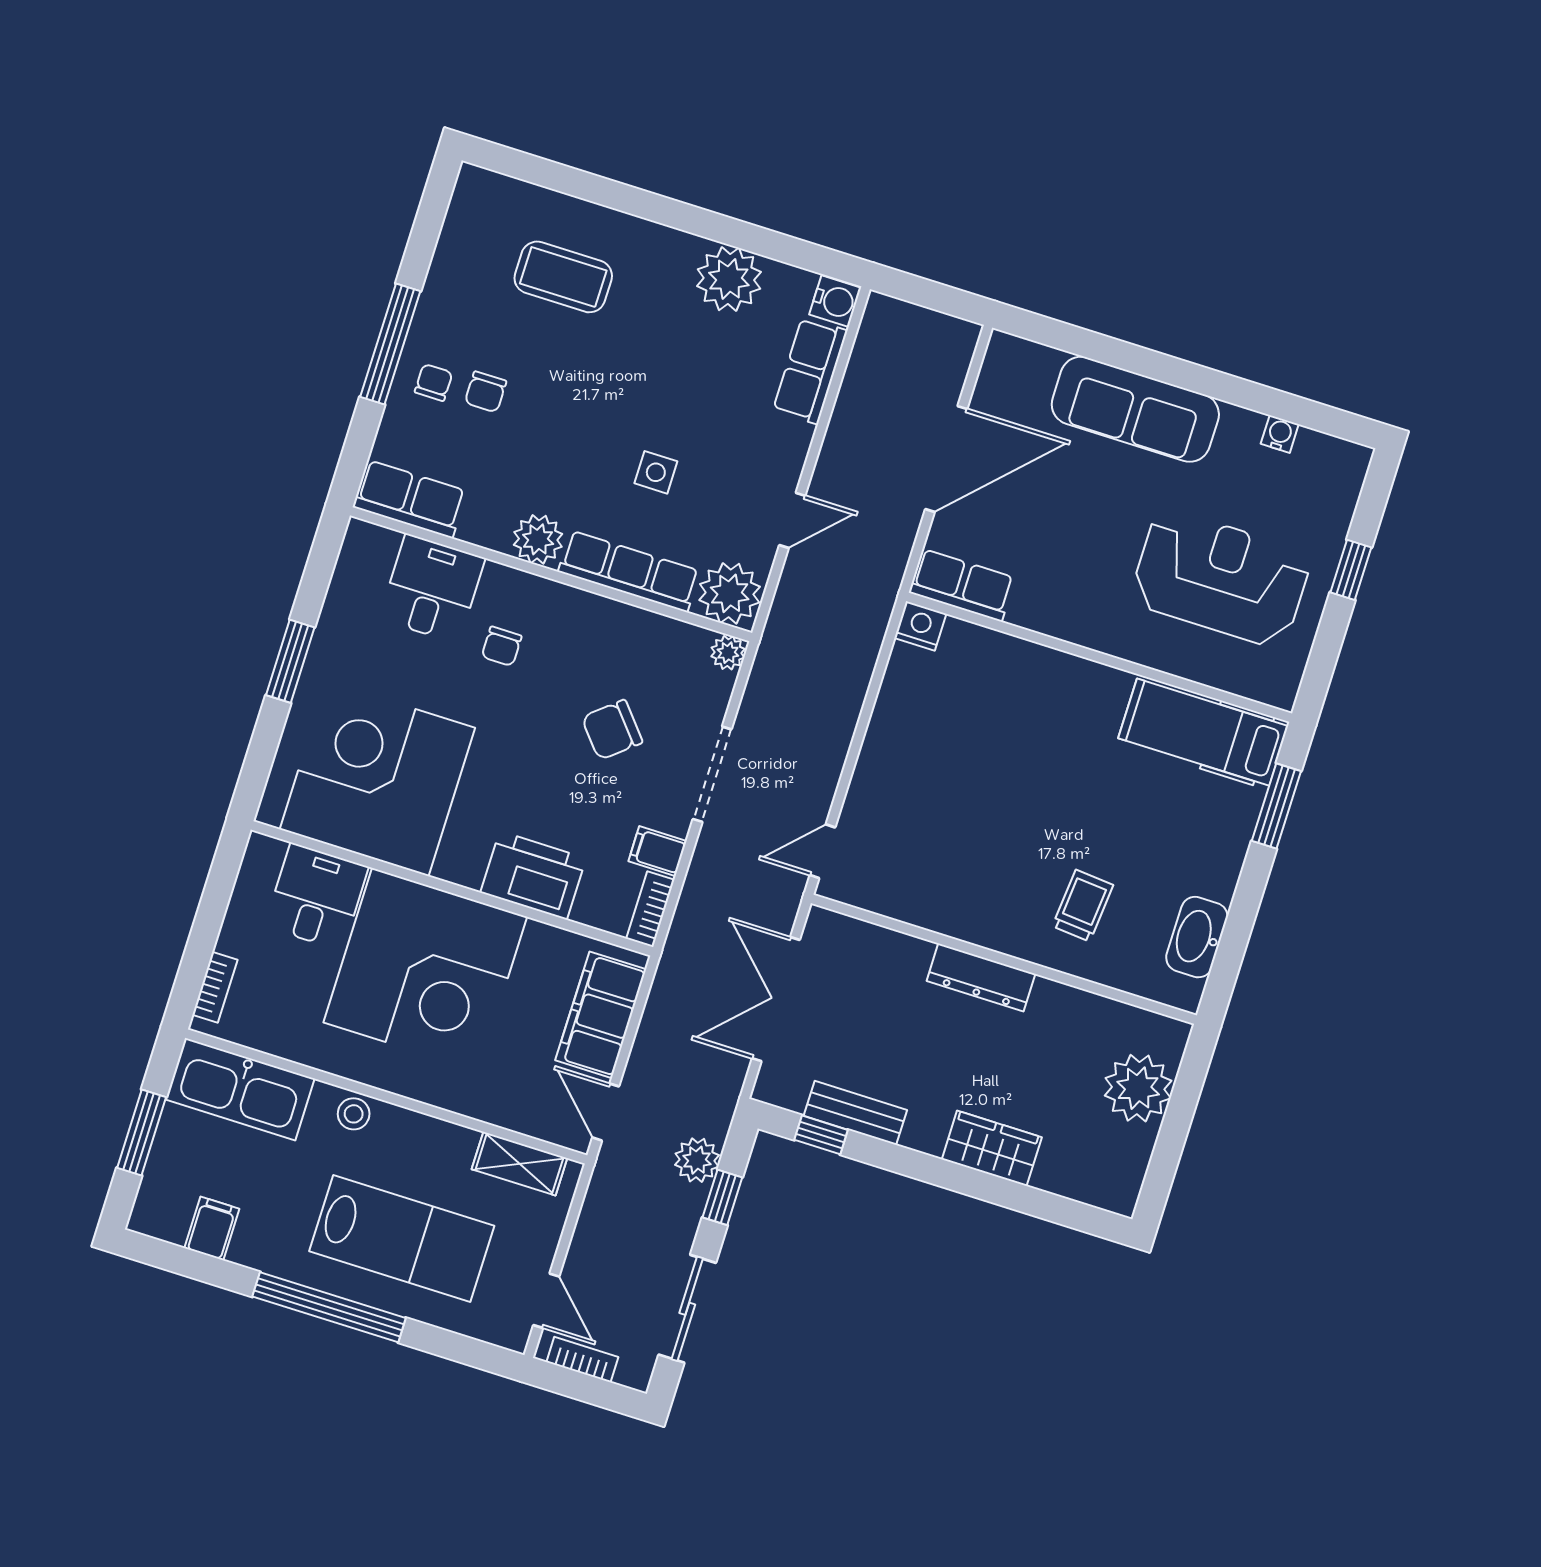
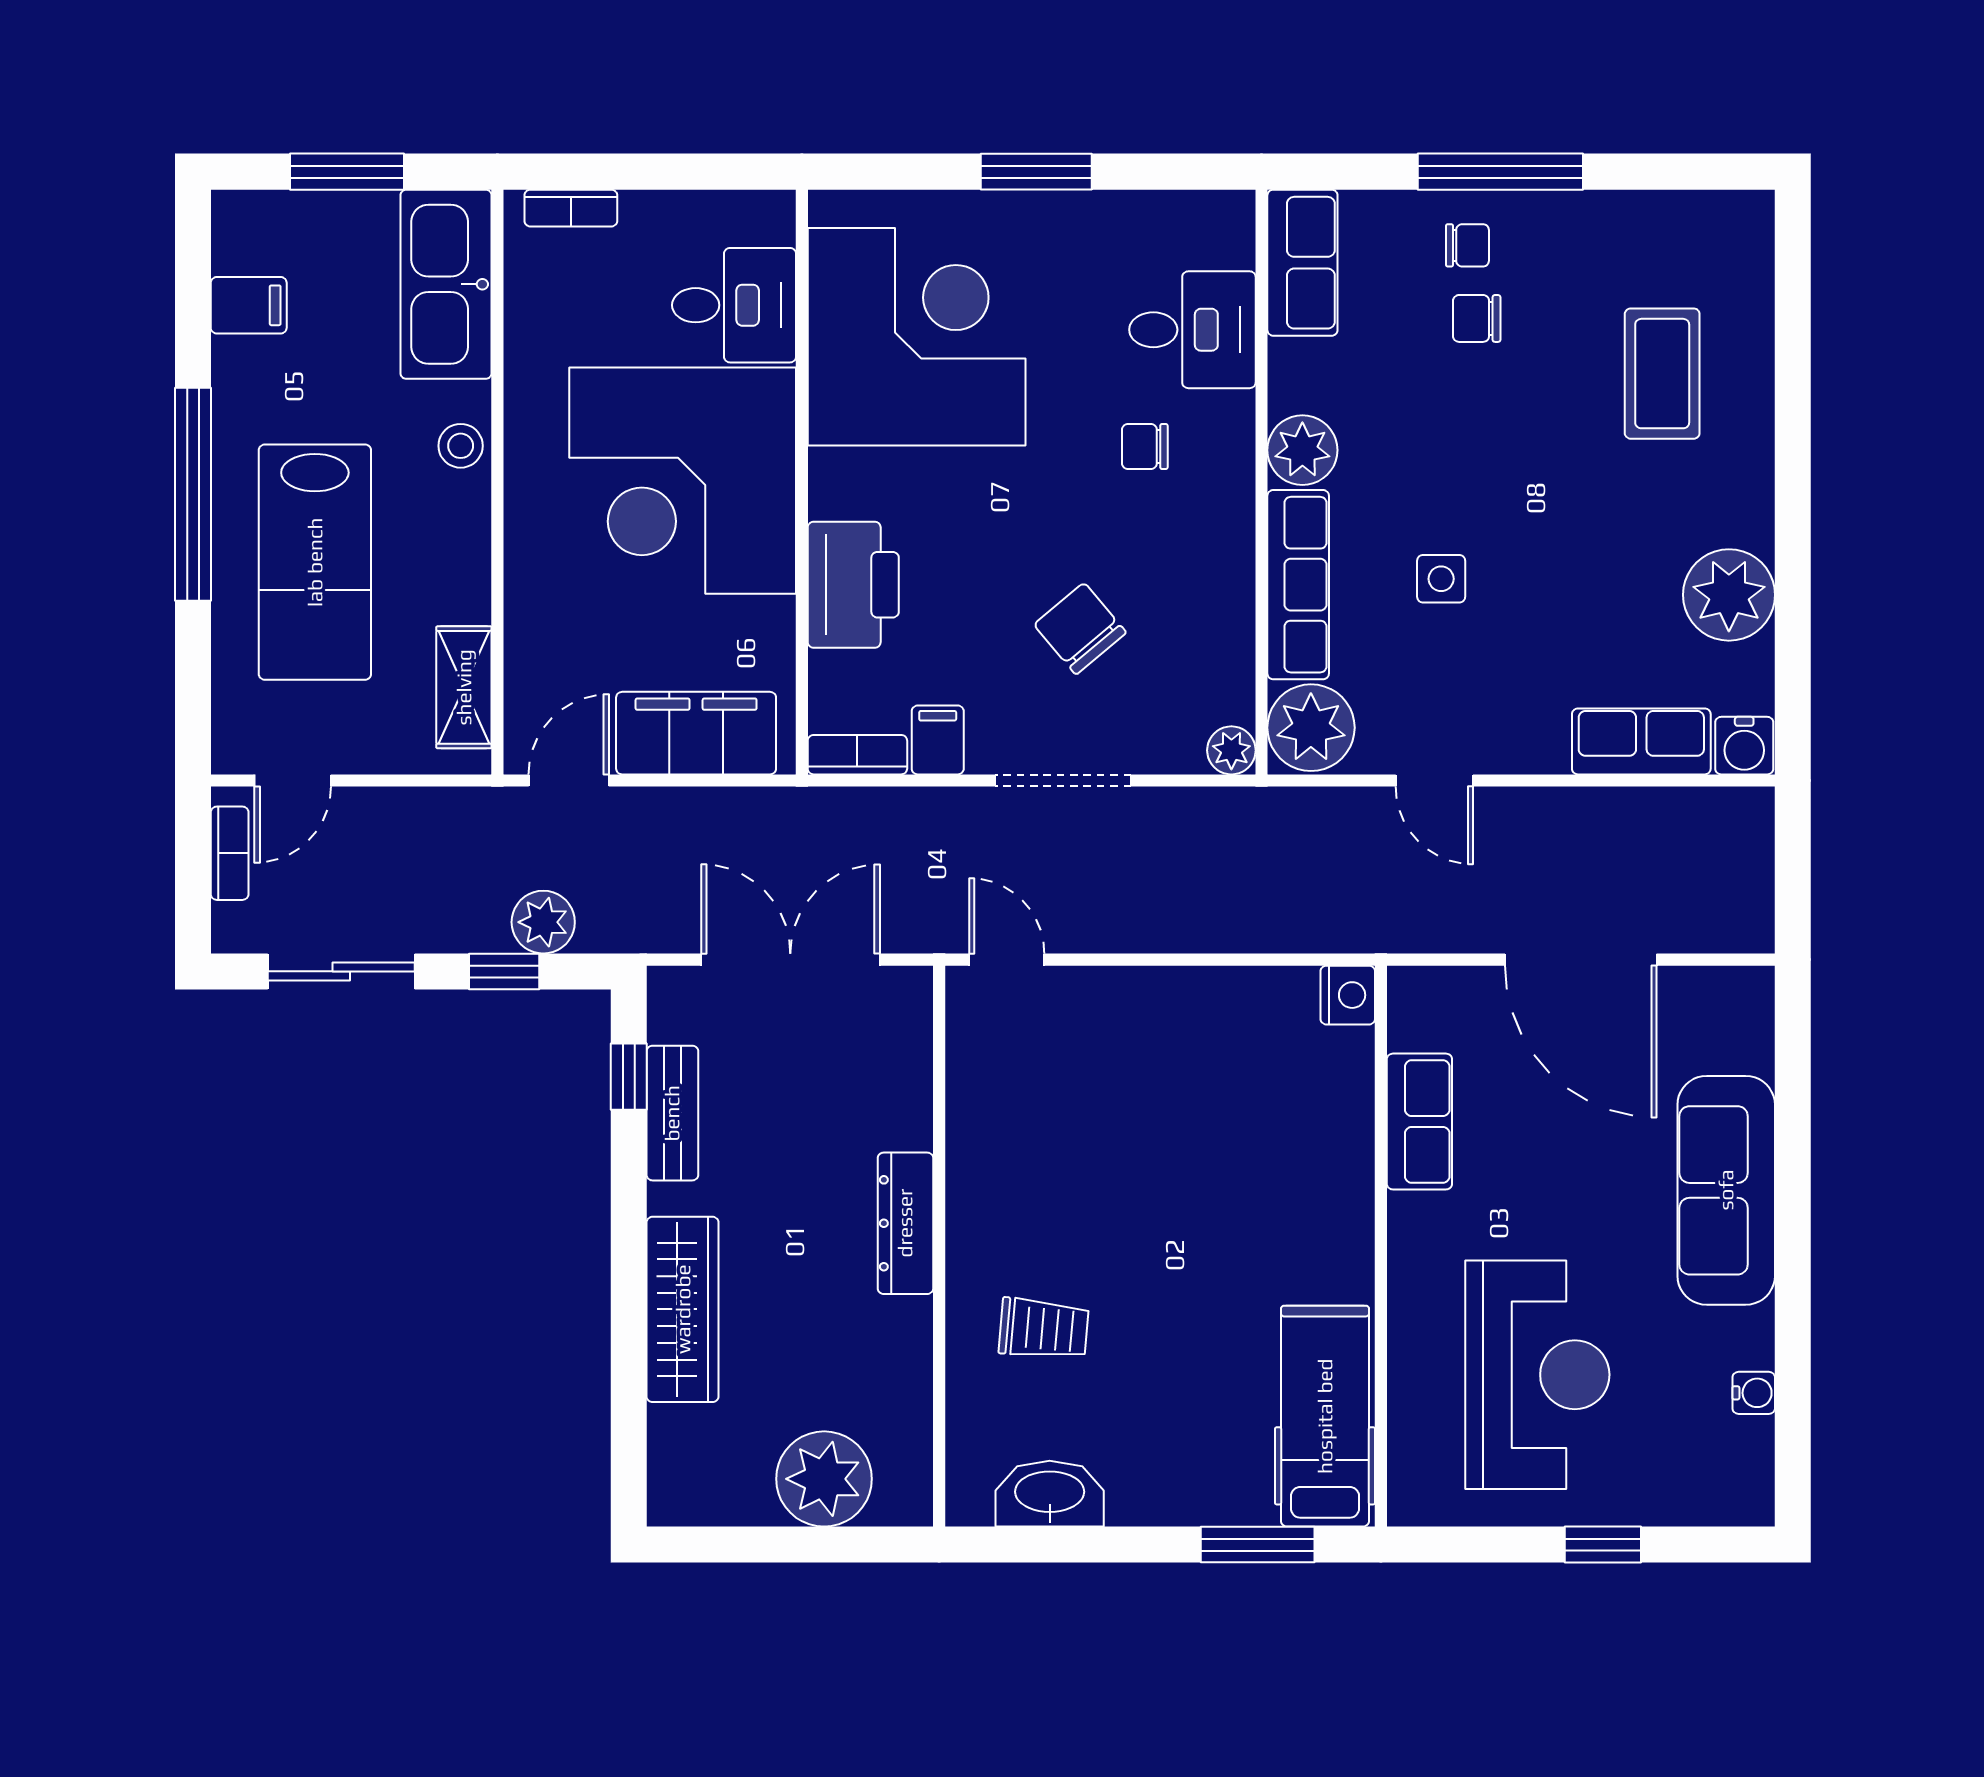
row of seats: (962, 585) -> (1419, 1122), moved
wardrobe: (992, 1148) -> (683, 1309), width x1.50

